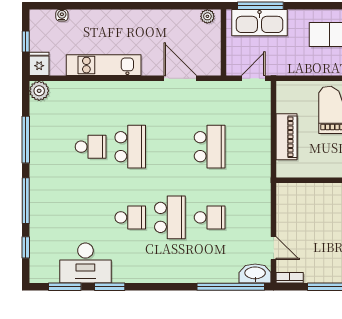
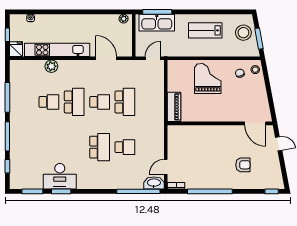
kitchen unit: (104, 65) -> (57, 50), width x1.36
plant: (39, 91) -> (51, 66), moved
piano: (287, 137) -> (174, 107), moved
school desk: (130, 217) -> (100, 102), moved
door: (274, 248) -> (166, 167), swing flipped
desk: (85, 263) -> (60, 176), moved

